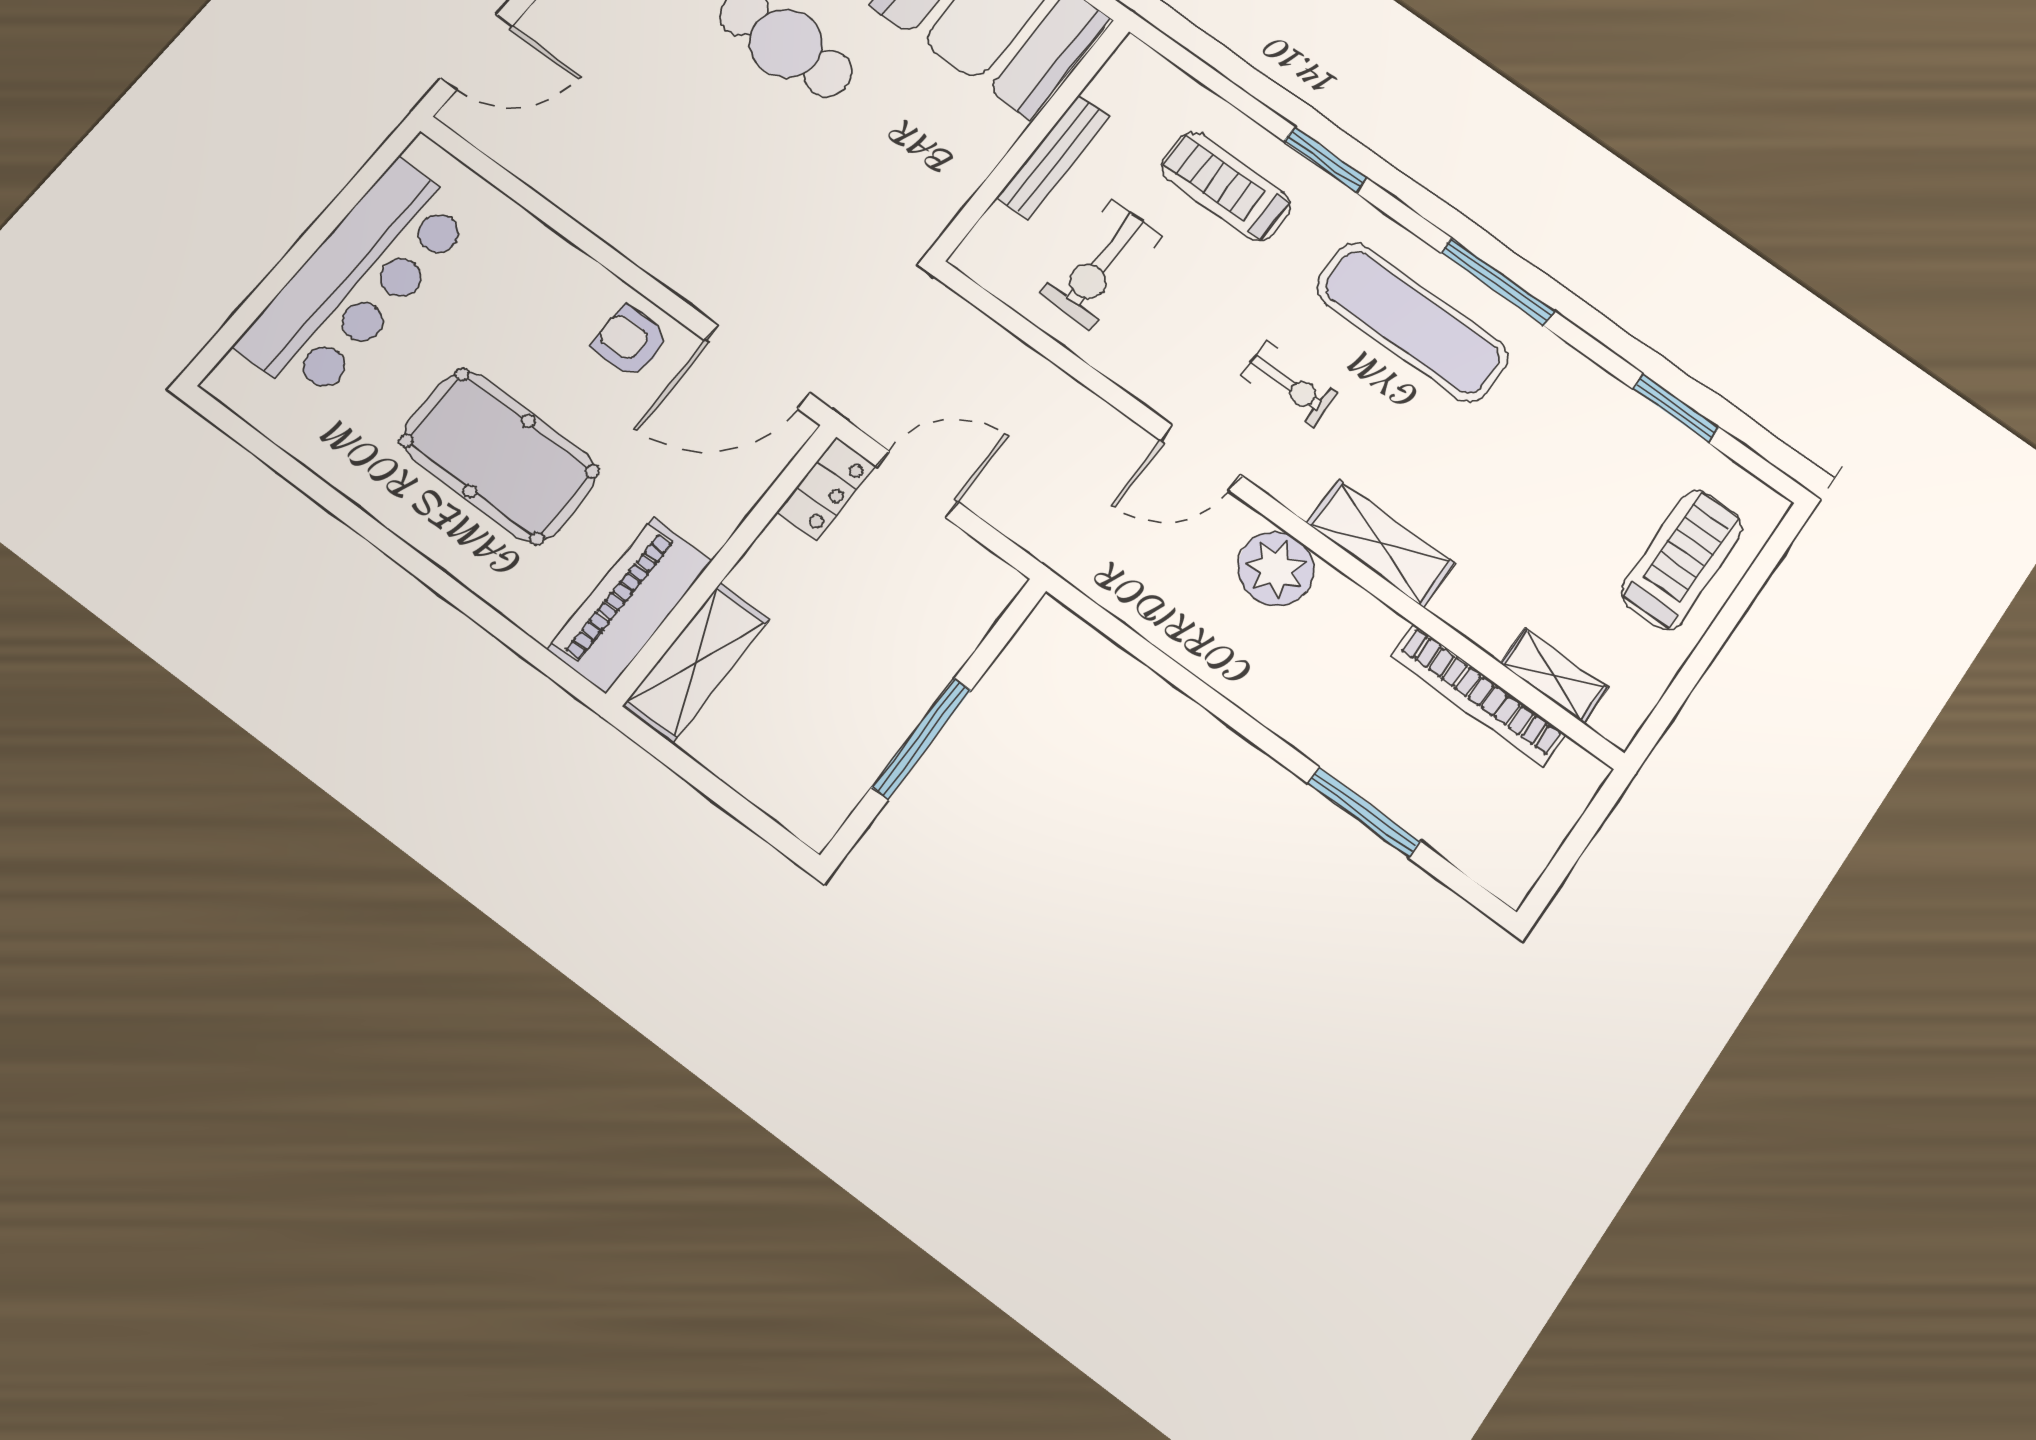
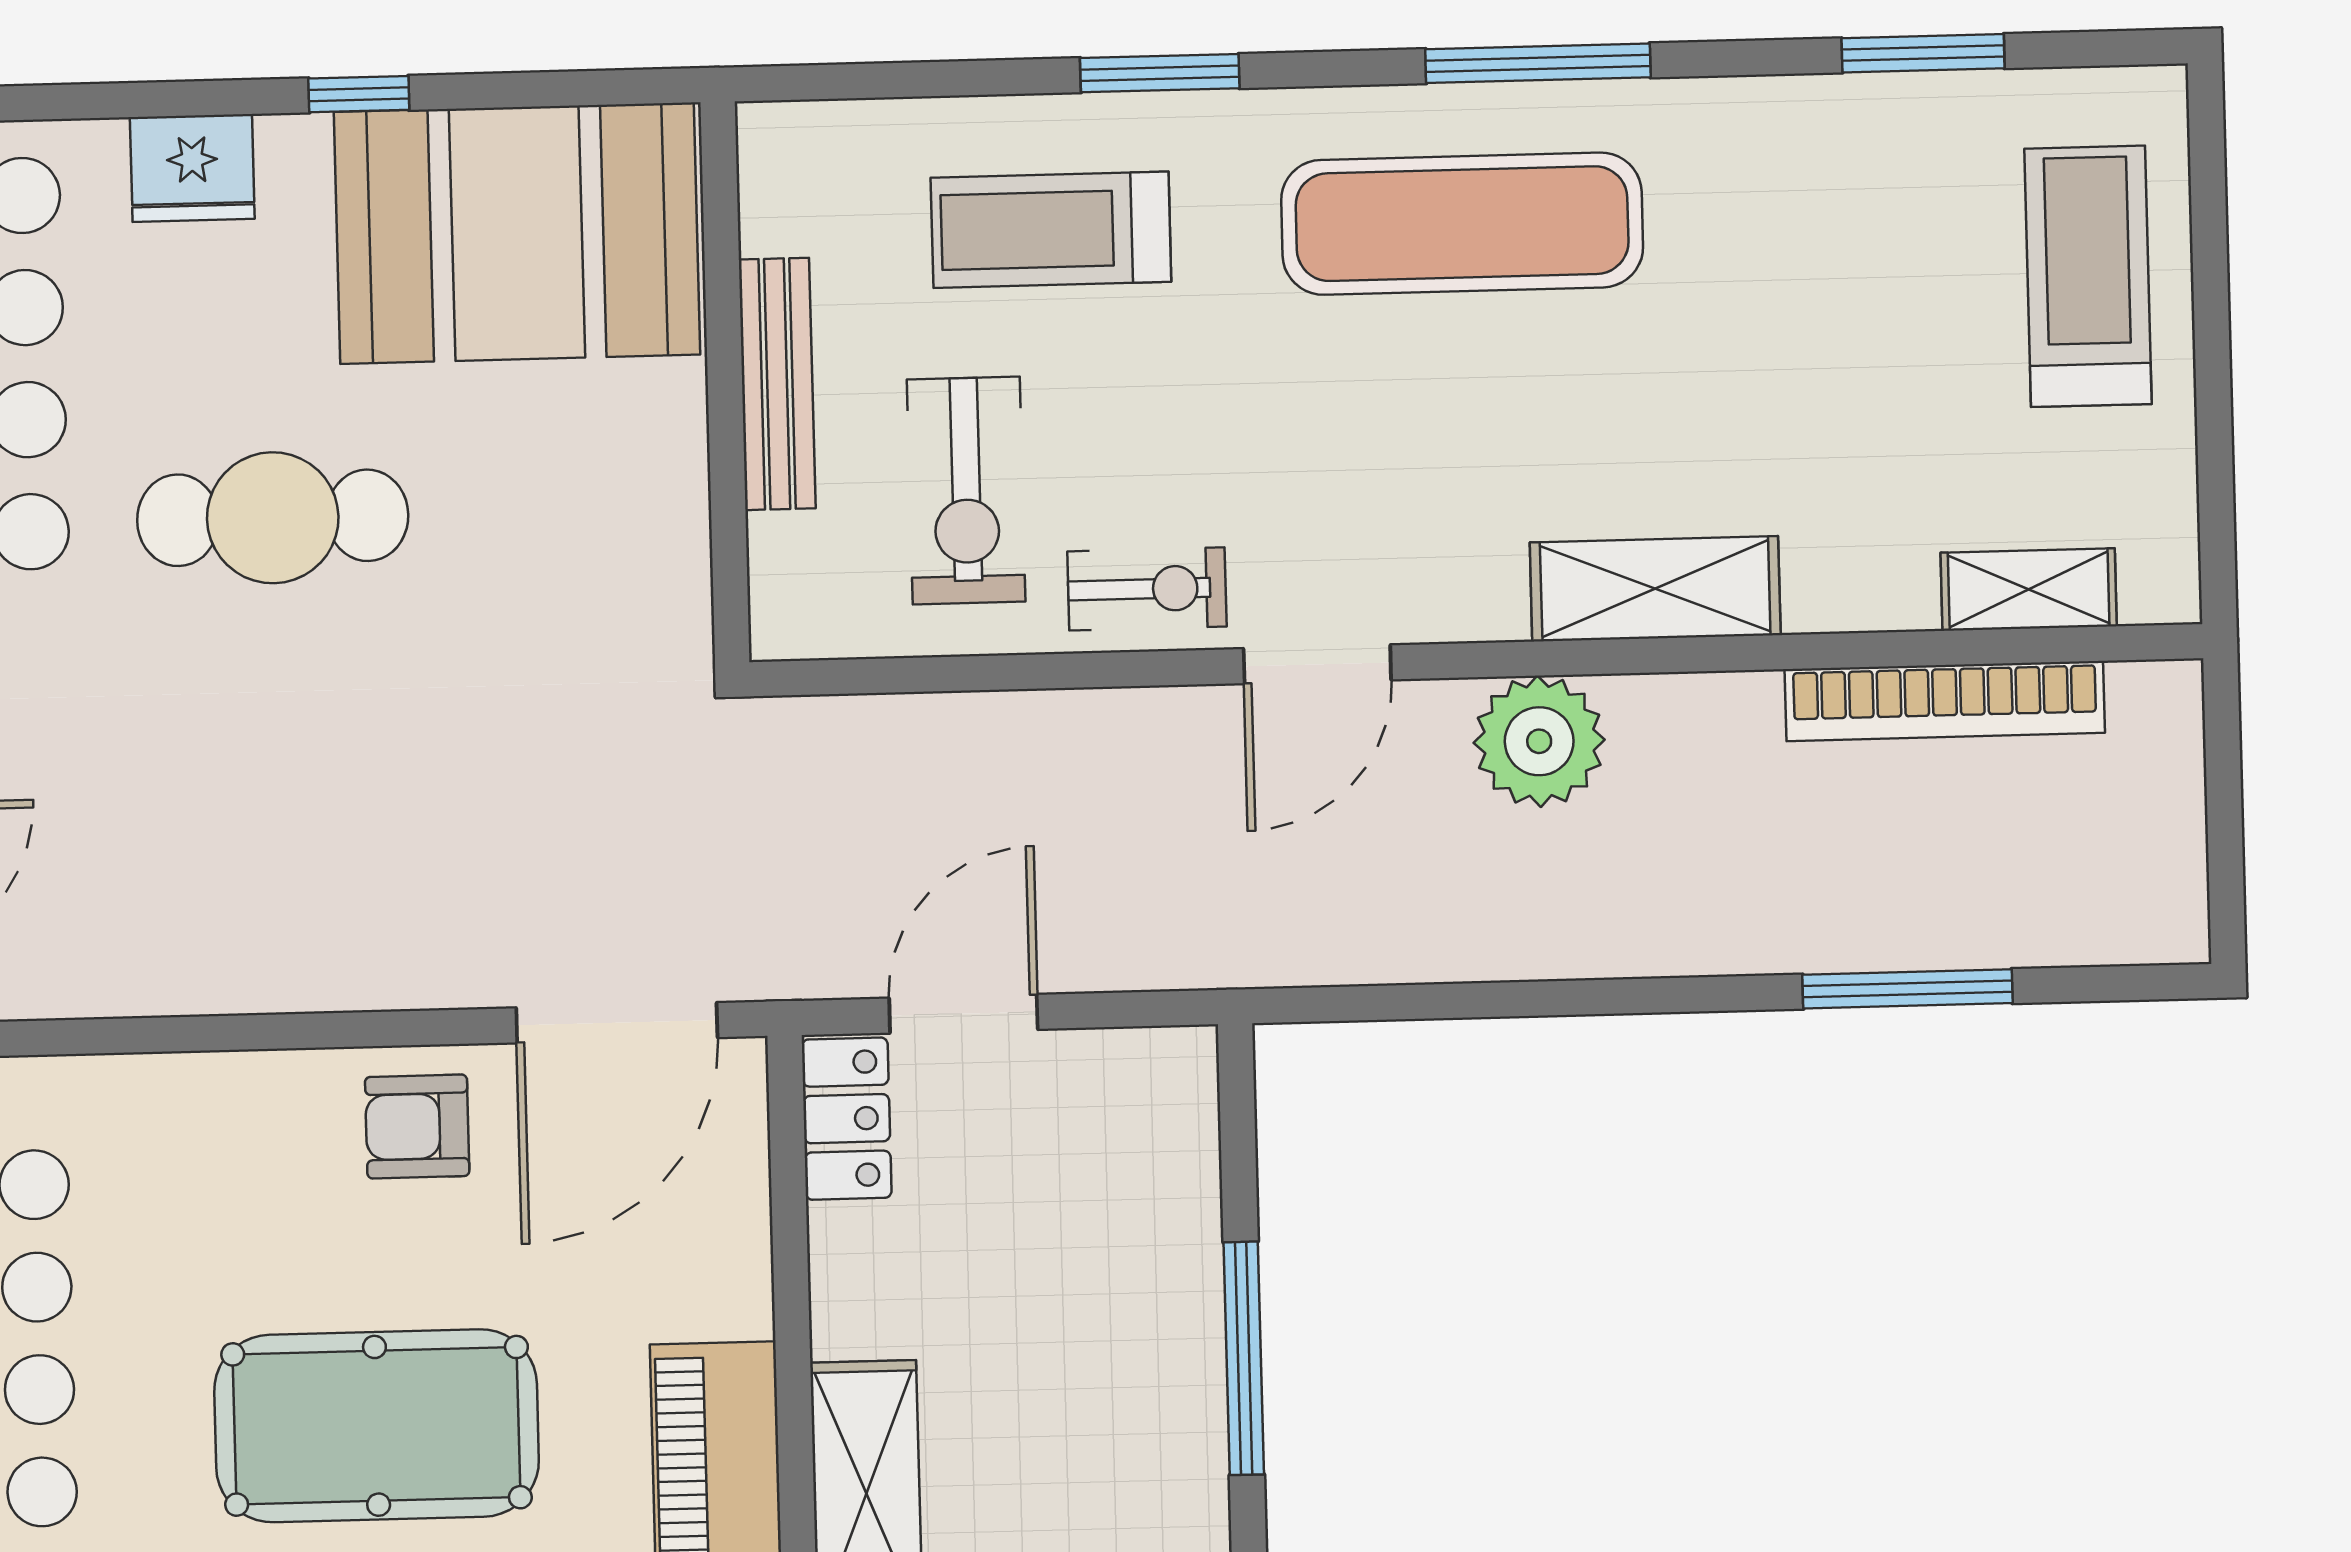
exercise bike: (1290, 384) -> (1147, 589), moved

